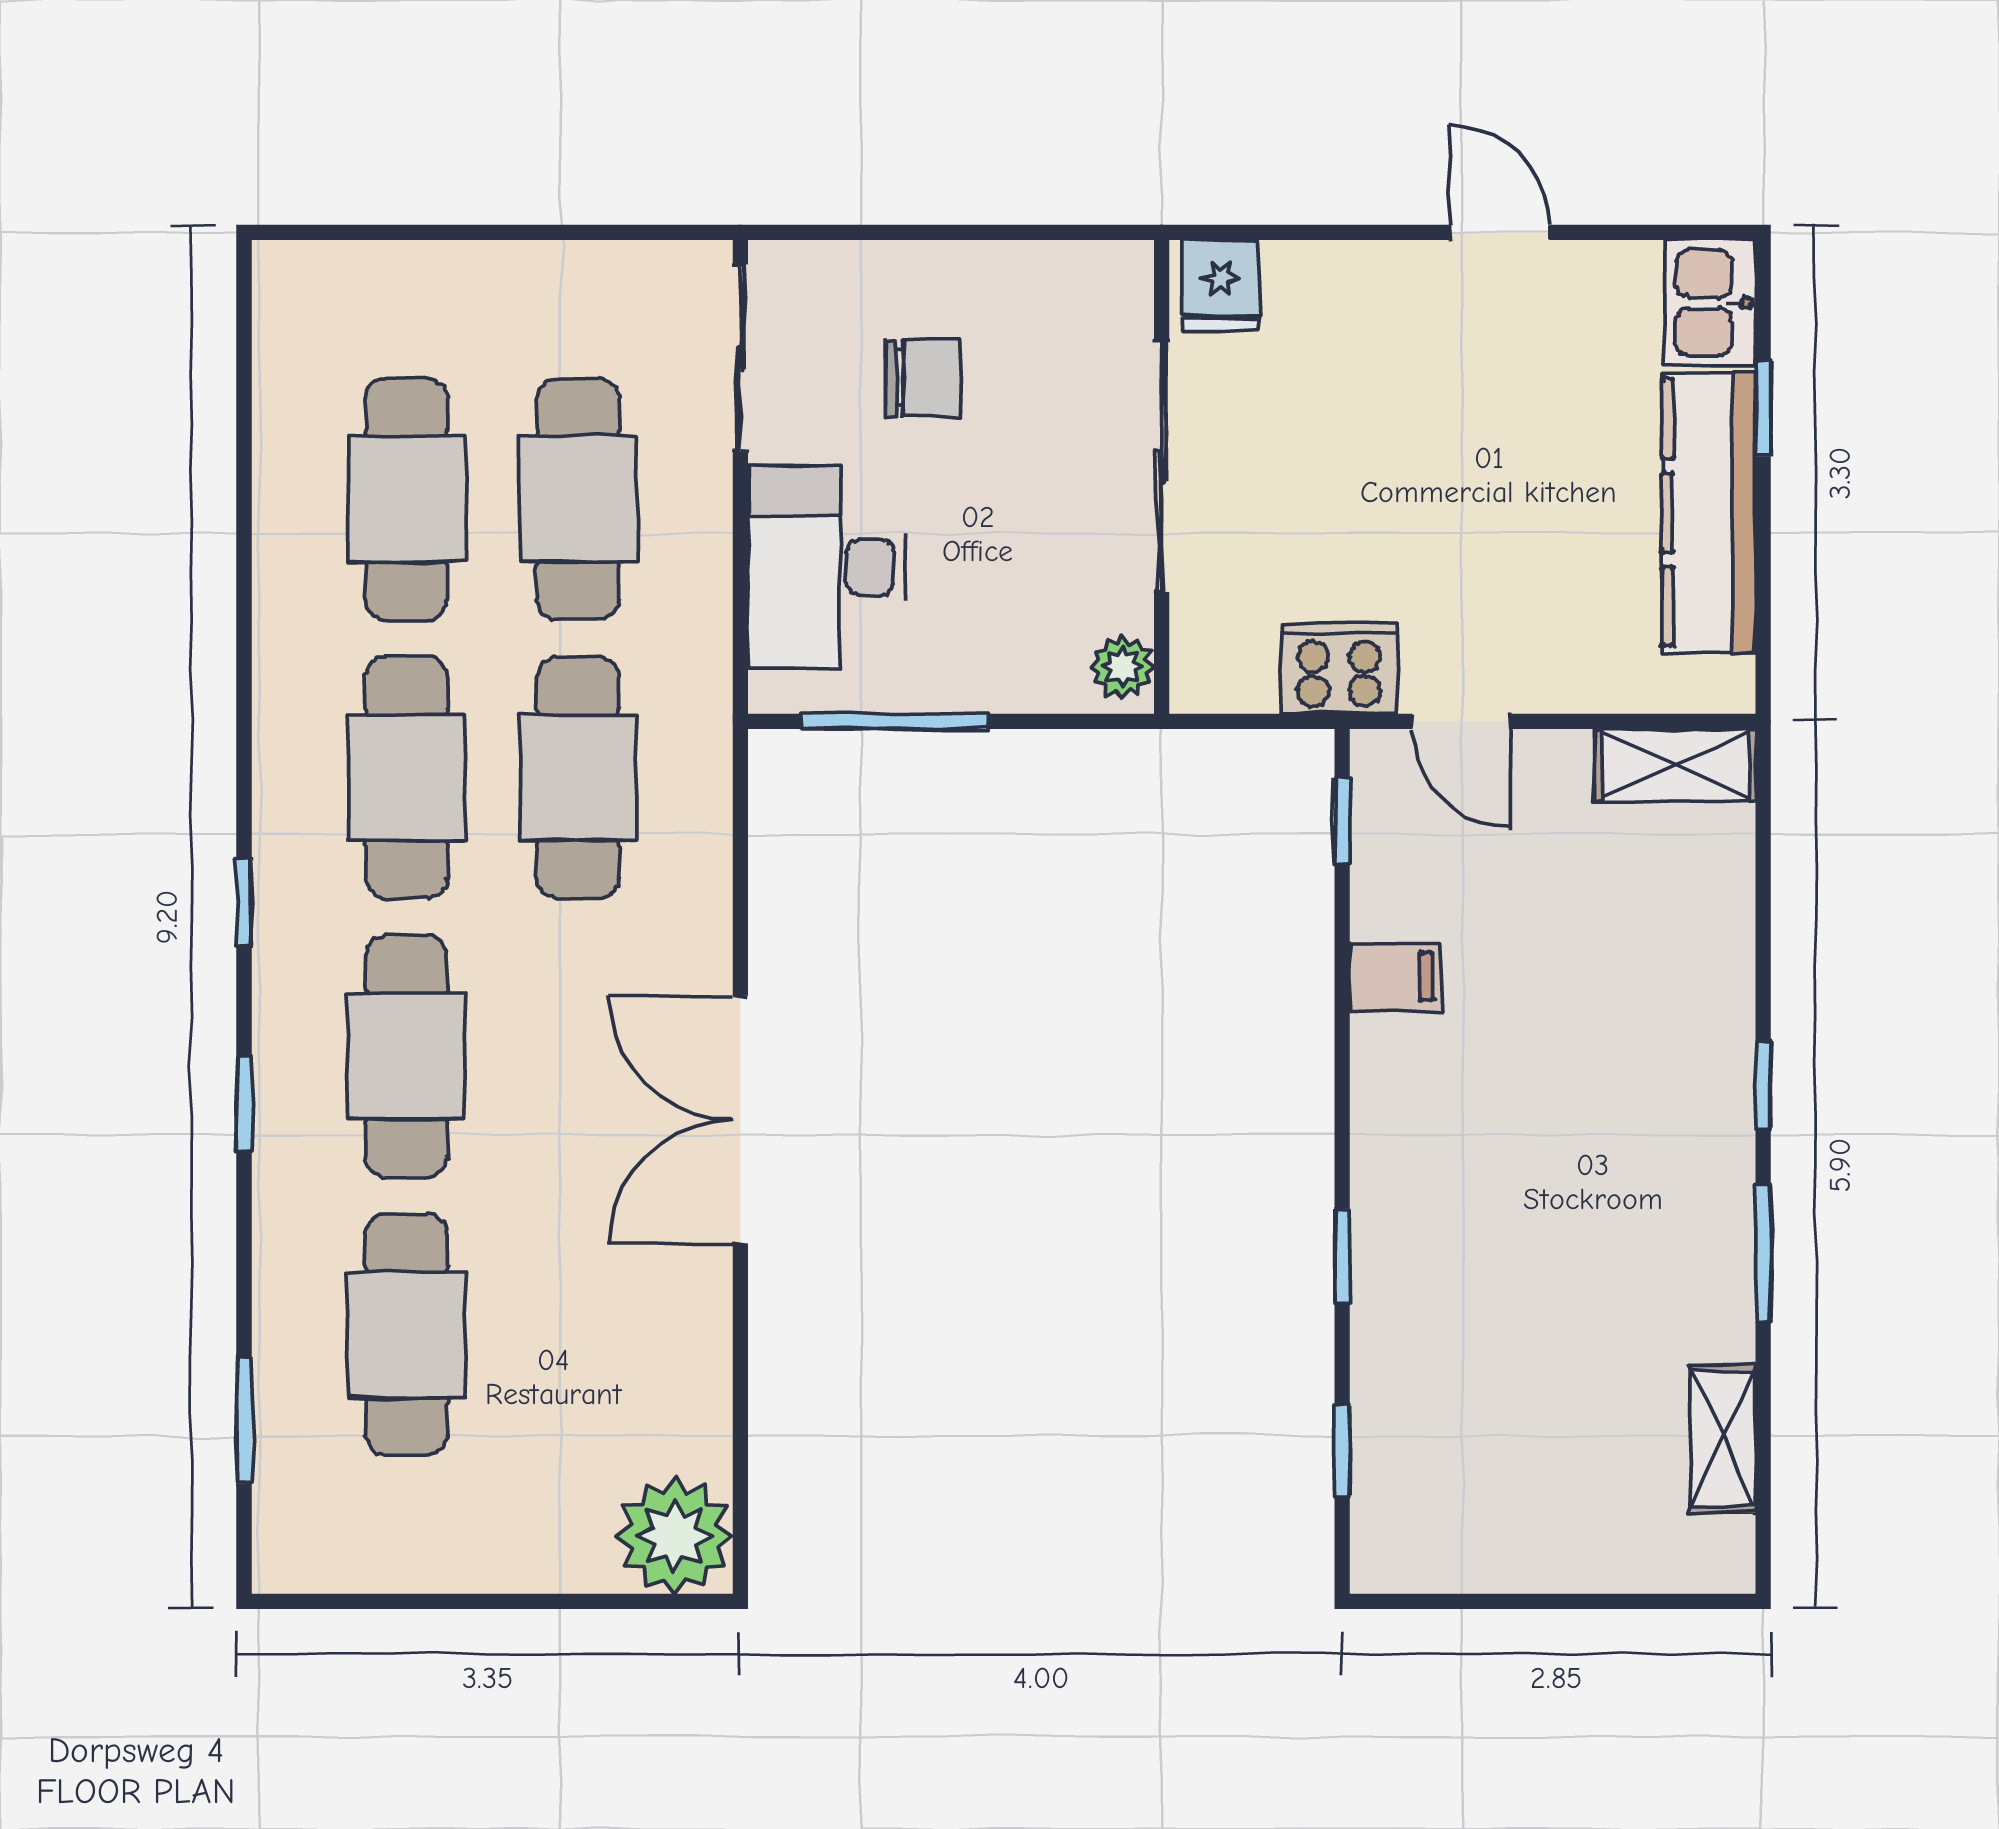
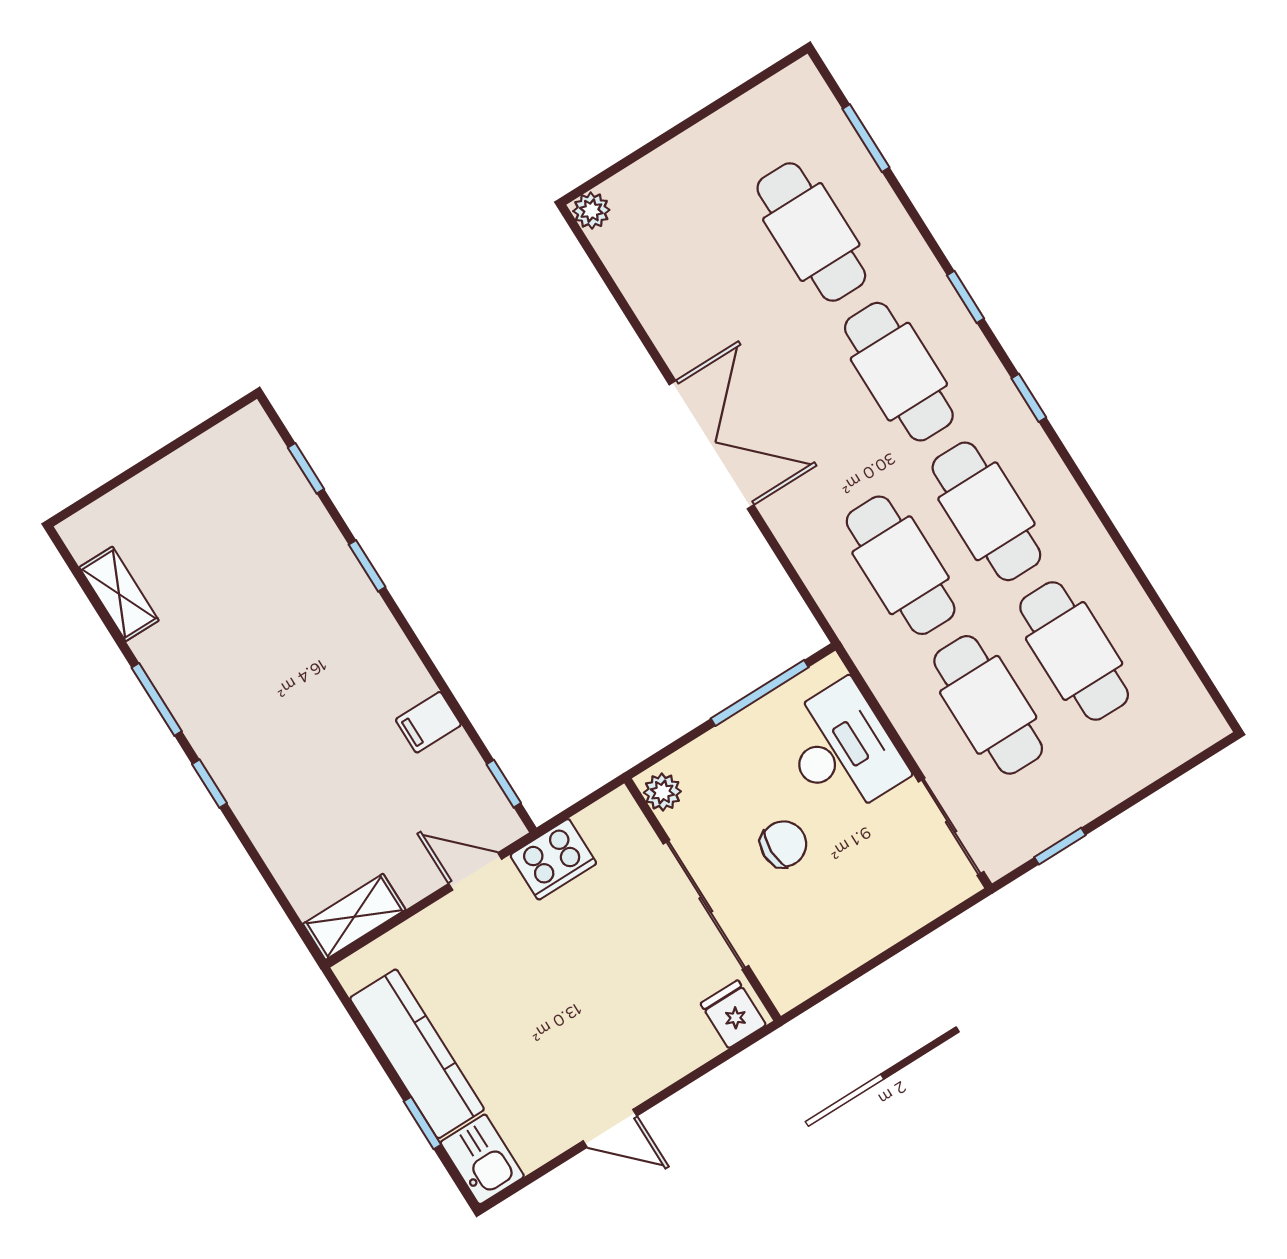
window: (602, 232) -> (1060, 846), added
chair: (923, 378) -> (783, 844), moved, turned 180
plant: (675, 1536) -> (591, 211), width x0.53, depth x0.53

